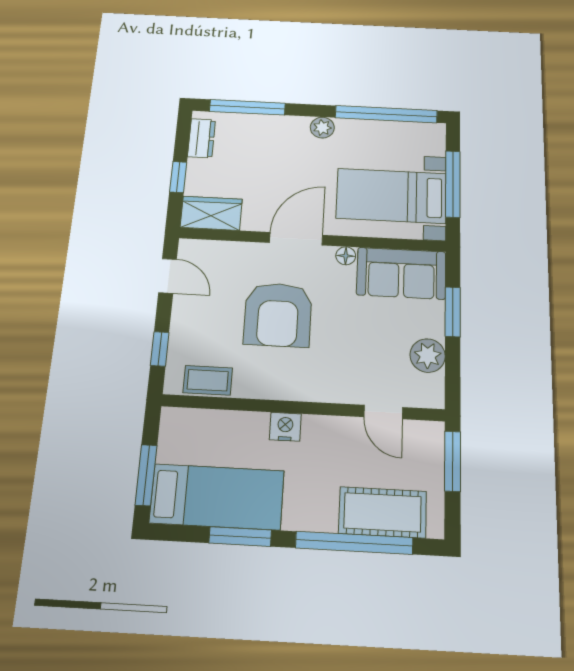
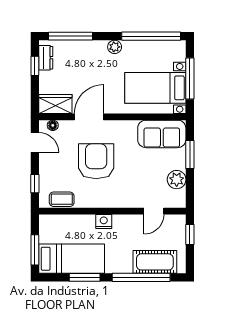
window: (178, 177) -> (35, 66), moved
door: (296, 239) -> (89, 117), moved
floor lamp: (346, 256) -> (53, 125), moved
armchair: (278, 315) -> (96, 161), turned 180
door: (383, 412) -> (154, 211), hinge flipped
window: (453, 461) -> (190, 235), width x0.67

